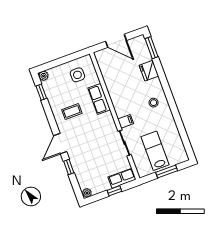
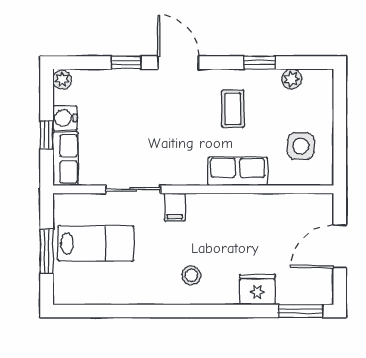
plant: (44, 76) -> (292, 79), moved
window: (41, 92) -> (260, 63), moved
water cooler: (104, 185) -> (65, 118), added

